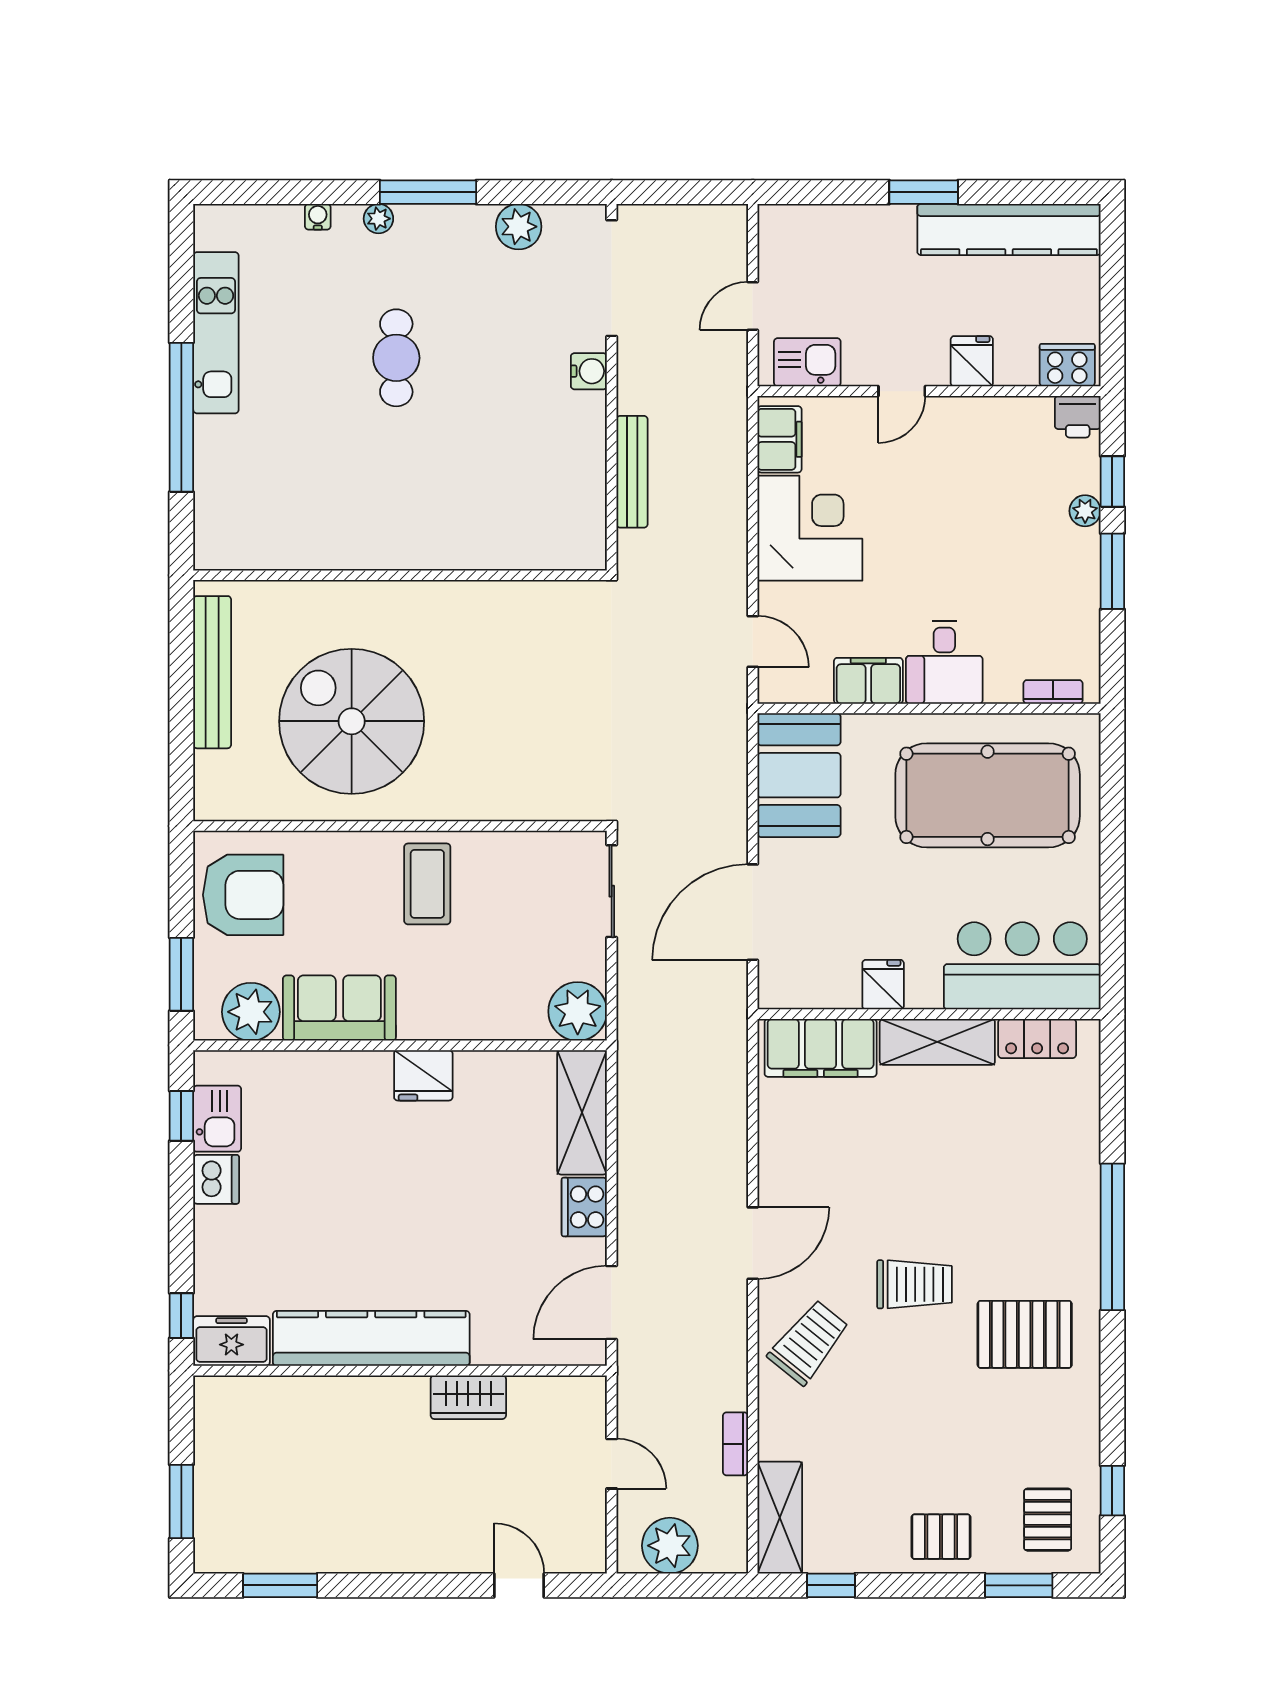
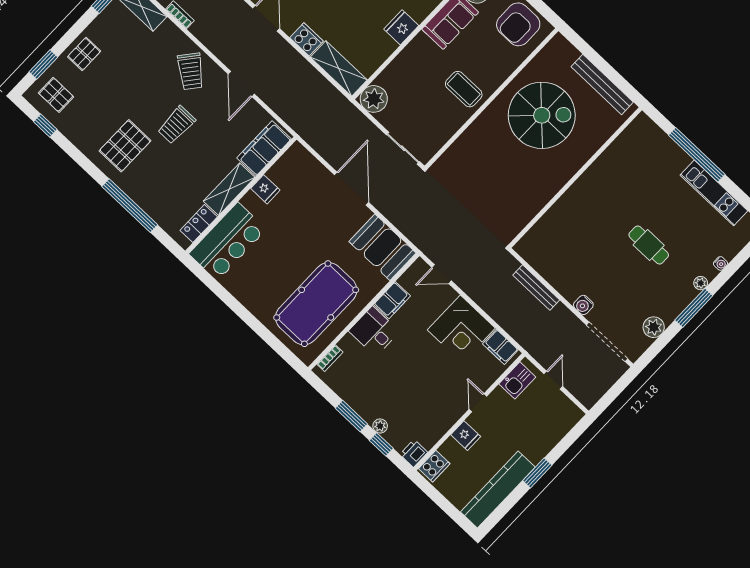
bar counter: (1022, 966) -> (228, 242), moved
fridge: (883, 985) -> (265, 189), moved
wall: (929, 1014) -> (241, 195), moved
locker: (1037, 1038) -> (199, 224), moved
shelving: (937, 1042) -> (229, 189), moved
filing cabinet: (821, 1048) -> (264, 148), moved

